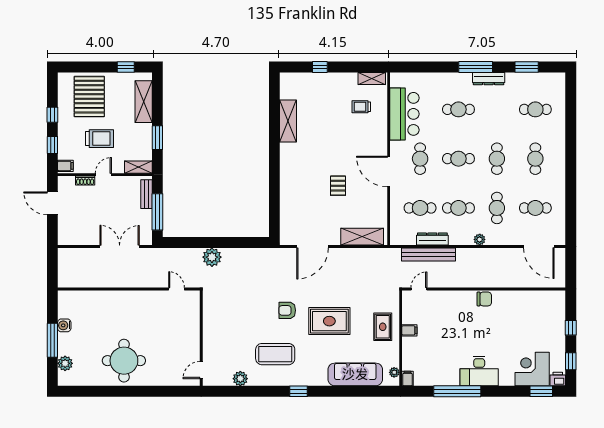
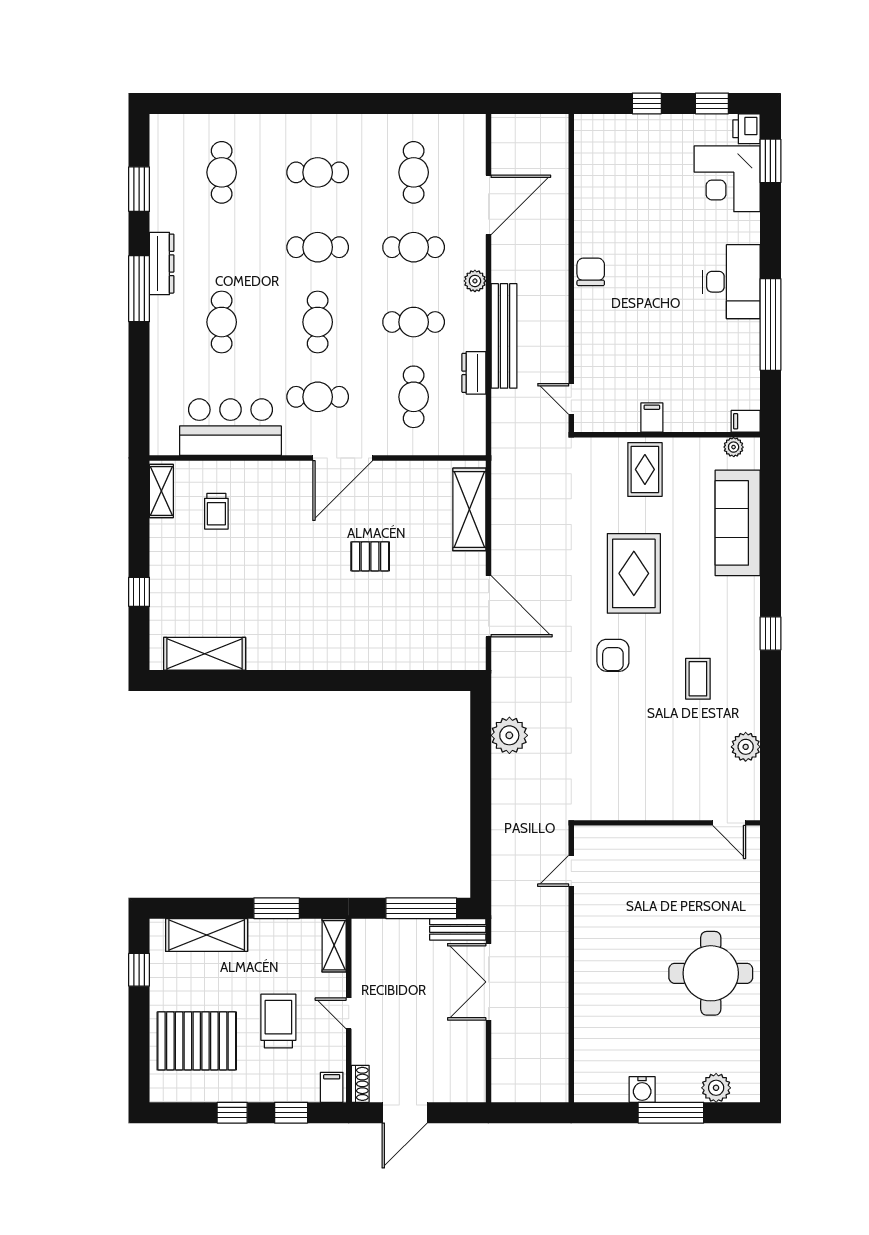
shelving: (288, 121) -> (205, 654), moved
shoe rack: (85, 181) -> (360, 1084), moved
bench: (147, 194) -> (458, 929), moved
cafe table: (458, 208) -> (414, 322), turned 90
dresser: (432, 239) -> (474, 373), width x0.70
door: (539, 246) -> (488, 205), moved
bench: (428, 254) -> (504, 336), moved
plant: (212, 257) -> (509, 735), moved
rug: (383, 327) -> (645, 469), turned 90
coffee table: (275, 354) -> (698, 679), width x0.54, depth x0.58

